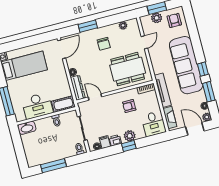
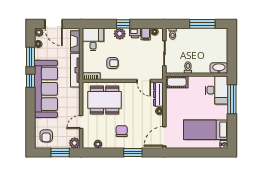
plant: (157, 18) -> (75, 143), moved
desk: (37, 106) -> (217, 90), moved, turned 90

